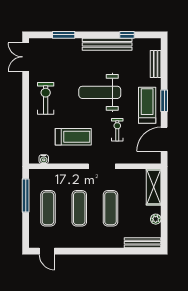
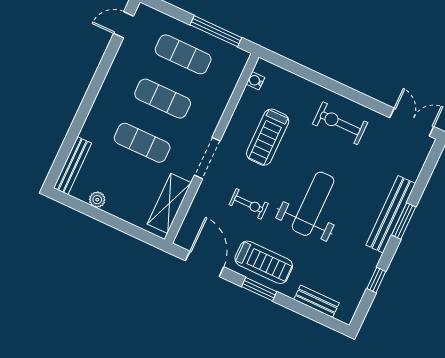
window: (64, 35) -> (404, 221), moved
bench: (107, 44) -> (391, 214), moved
exercise bike: (46, 98) -> (340, 123), turned 180
shelving: (154, 187) -> (169, 203), moved, turned 90

